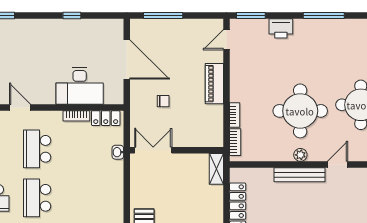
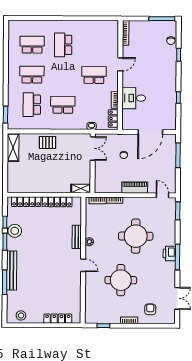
printer: (281, 28) -> (169, 253), moved
desk: (80, 86) -> (134, 98), width x0.73
round table: (300, 111) -> (136, 236), moved
bench: (300, 175) -> (77, 237), width x0.73
school desk: (37, 198) -> (63, 105), moved

